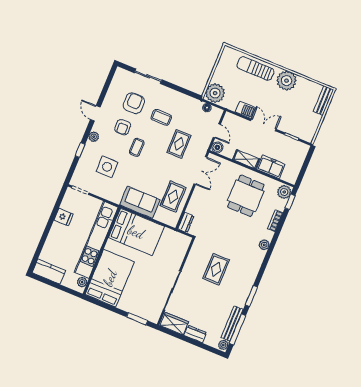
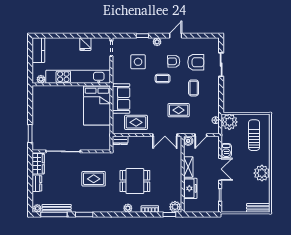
sun lounger: (255, 69) -> (254, 135), moved
dining table: (246, 196) -> (135, 181), moved
bed: (110, 278) -> (53, 99), removed

